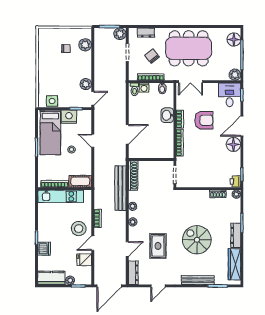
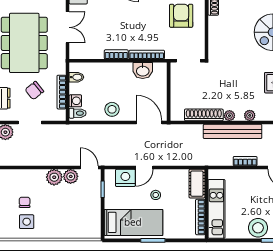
plant: (85, 45) -> (54, 177), moved
double door: (191, 82) -> (68, 27), moved
side table: (52, 101) -> (27, 222), moved
washbasin: (167, 115) -> (143, 71), moved
stool: (137, 116) -> (112, 109), added
nightstand: (69, 117) -> (125, 178), moved, turned 90
armchair: (204, 120) -> (181, 16), moved
door: (127, 134) -> (149, 123), moved
shoe rack: (133, 176) -> (204, 115), moved
bench: (120, 188) -> (233, 131), moved
stool: (79, 229) -> (258, 228), moved

